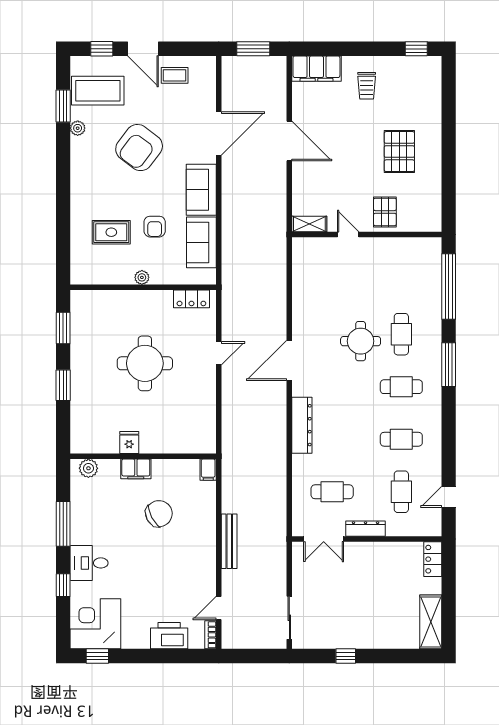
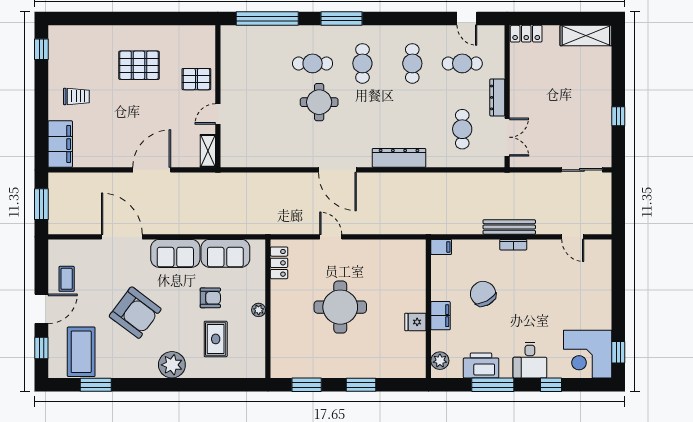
plant: (78, 128) -> (172, 365), moved, width x1.88, depth x1.88
door: (289, 141) -> (152, 170), moved
bookcase: (211, 635) -> (513, 245), moved
printer: (169, 636) -> (481, 365), moved, turned 90

